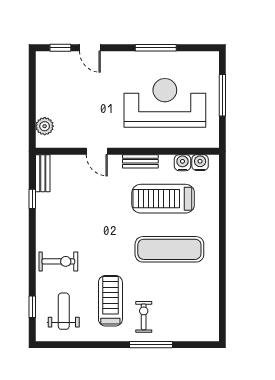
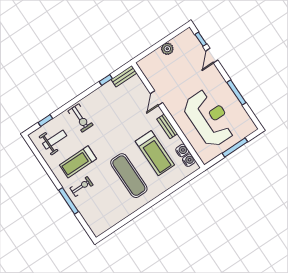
plant: (45, 126) -> (167, 49), moved
treadmill: (163, 199) -> (155, 153), turned 180
treadmill: (110, 301) -> (78, 162), turned 180

